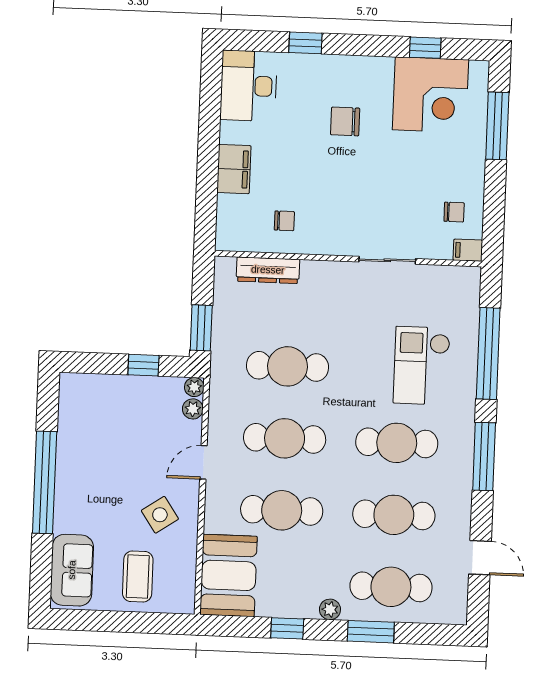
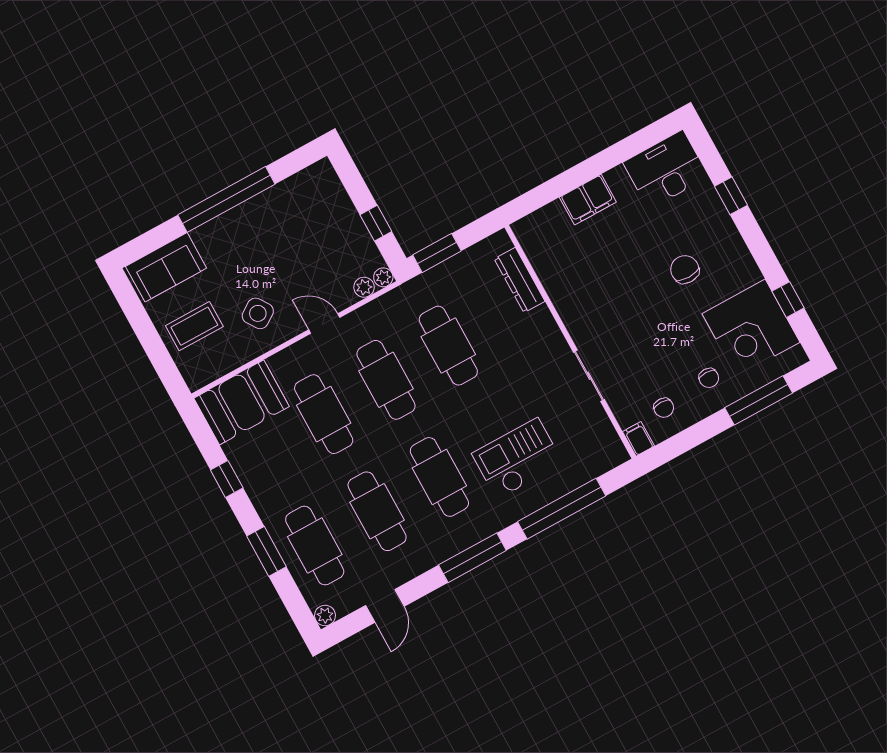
chair: (284, 221) -> (709, 378), moved
plant: (330, 609) -> (325, 615), moved

